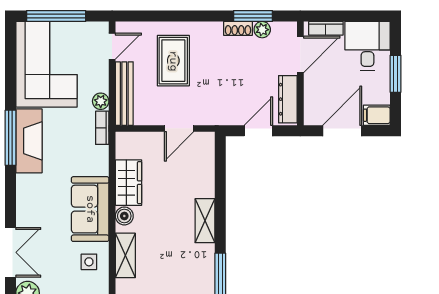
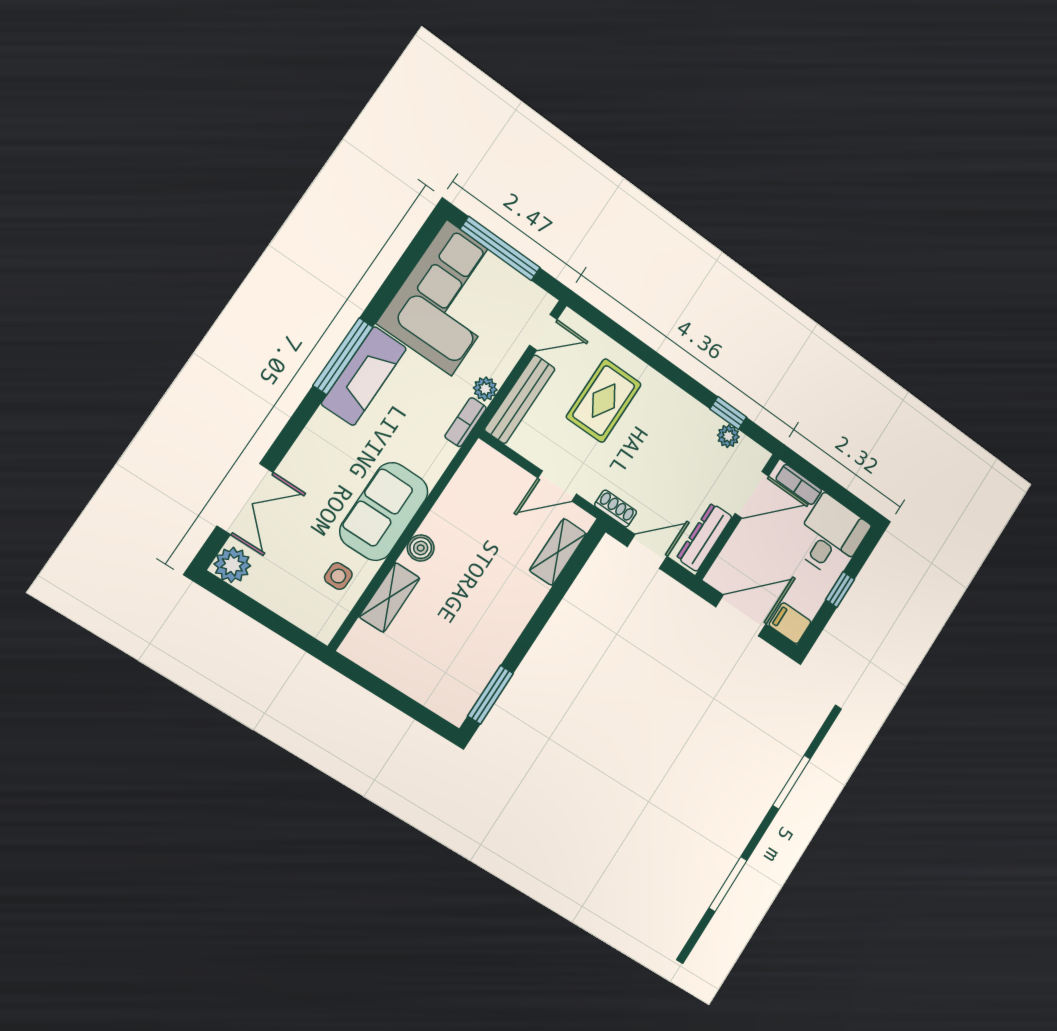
window: (253, 16) -> (728, 413), width x0.67
shoe rack: (238, 28) -> (616, 509), moved, turned 180
window: (395, 74) -> (840, 589), width x0.67
wardrobe: (129, 183) -> (453, 511), removed
shelving: (205, 221) -> (558, 552), moved

